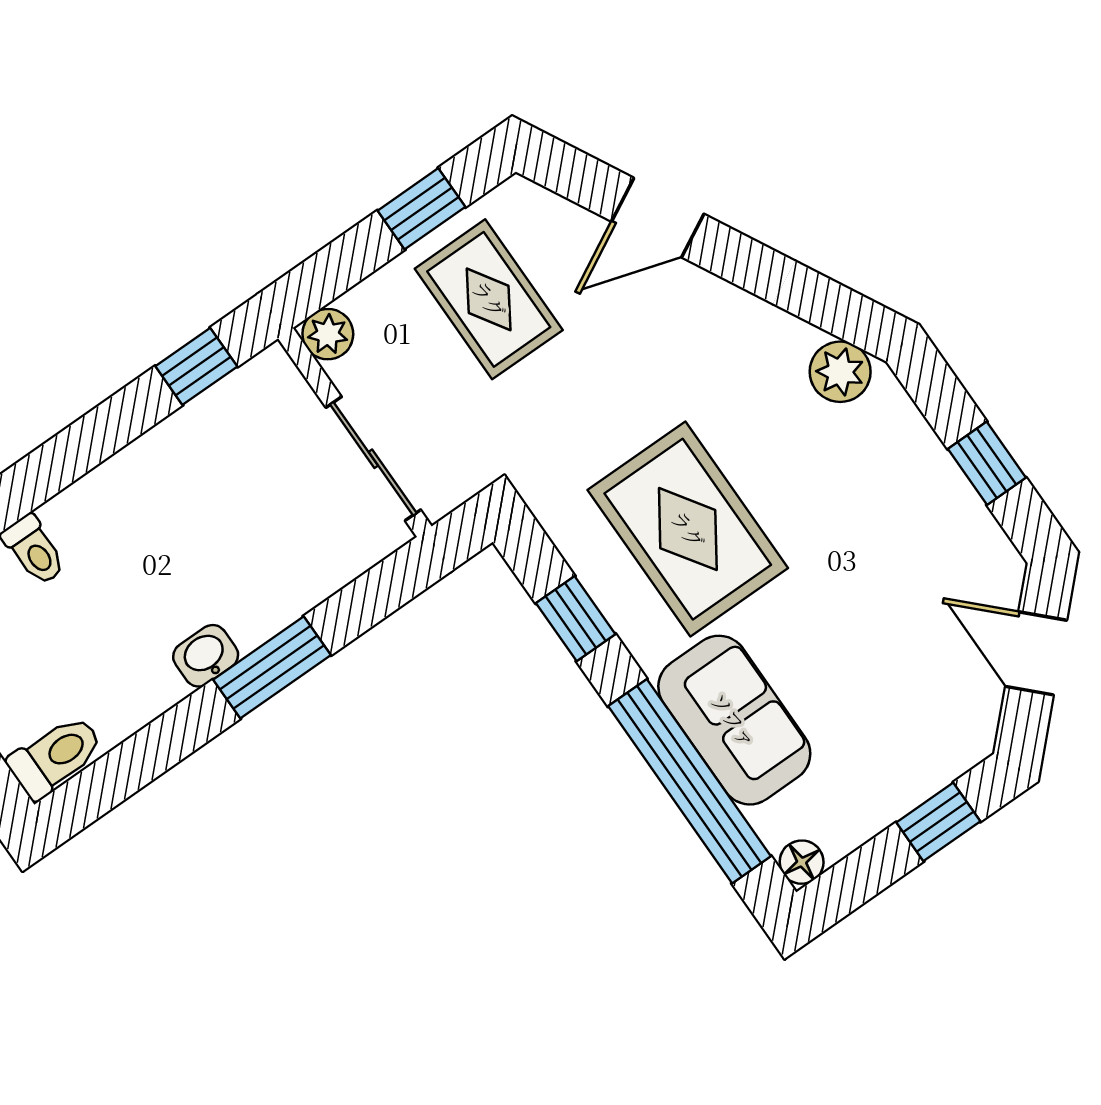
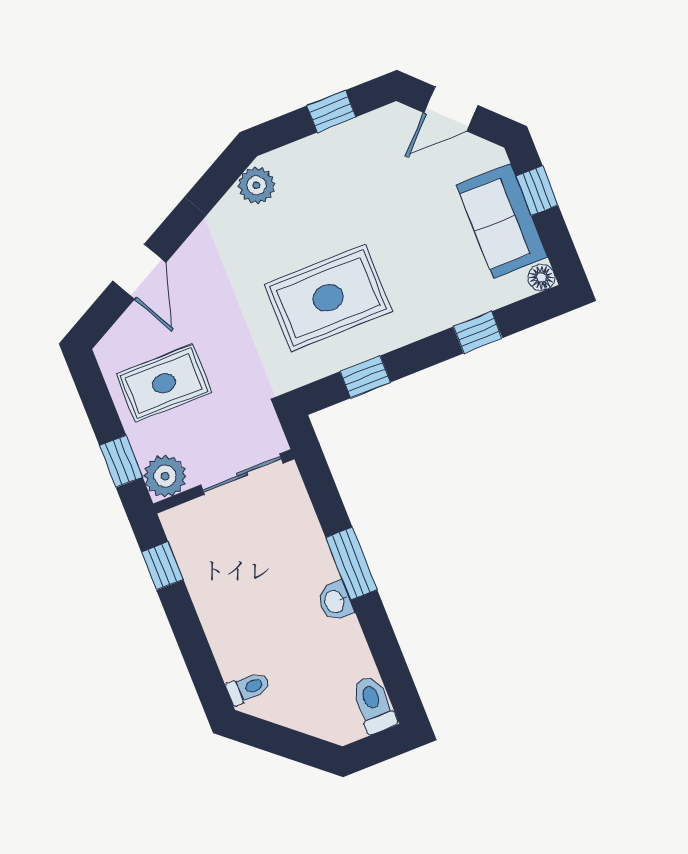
window: (421, 209) -> (121, 461), moved
plant: (328, 334) -> (165, 476), width x1.38, depth x1.38
sofa: (734, 720) -> (502, 221), moved, turned -90
window: (689, 781) -> (478, 332), width x0.32

